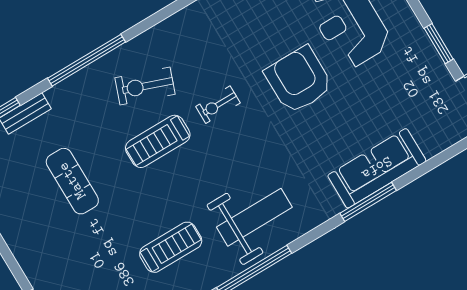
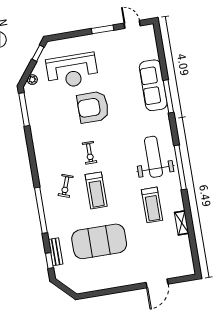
exercise bike: (145, 86) -> (66, 186), width x0.73, depth x0.72
exercise mat: (72, 181) -> (99, 241), width x2.00, depth x1.45
treadmill: (171, 247) -> (152, 205), turned 180

